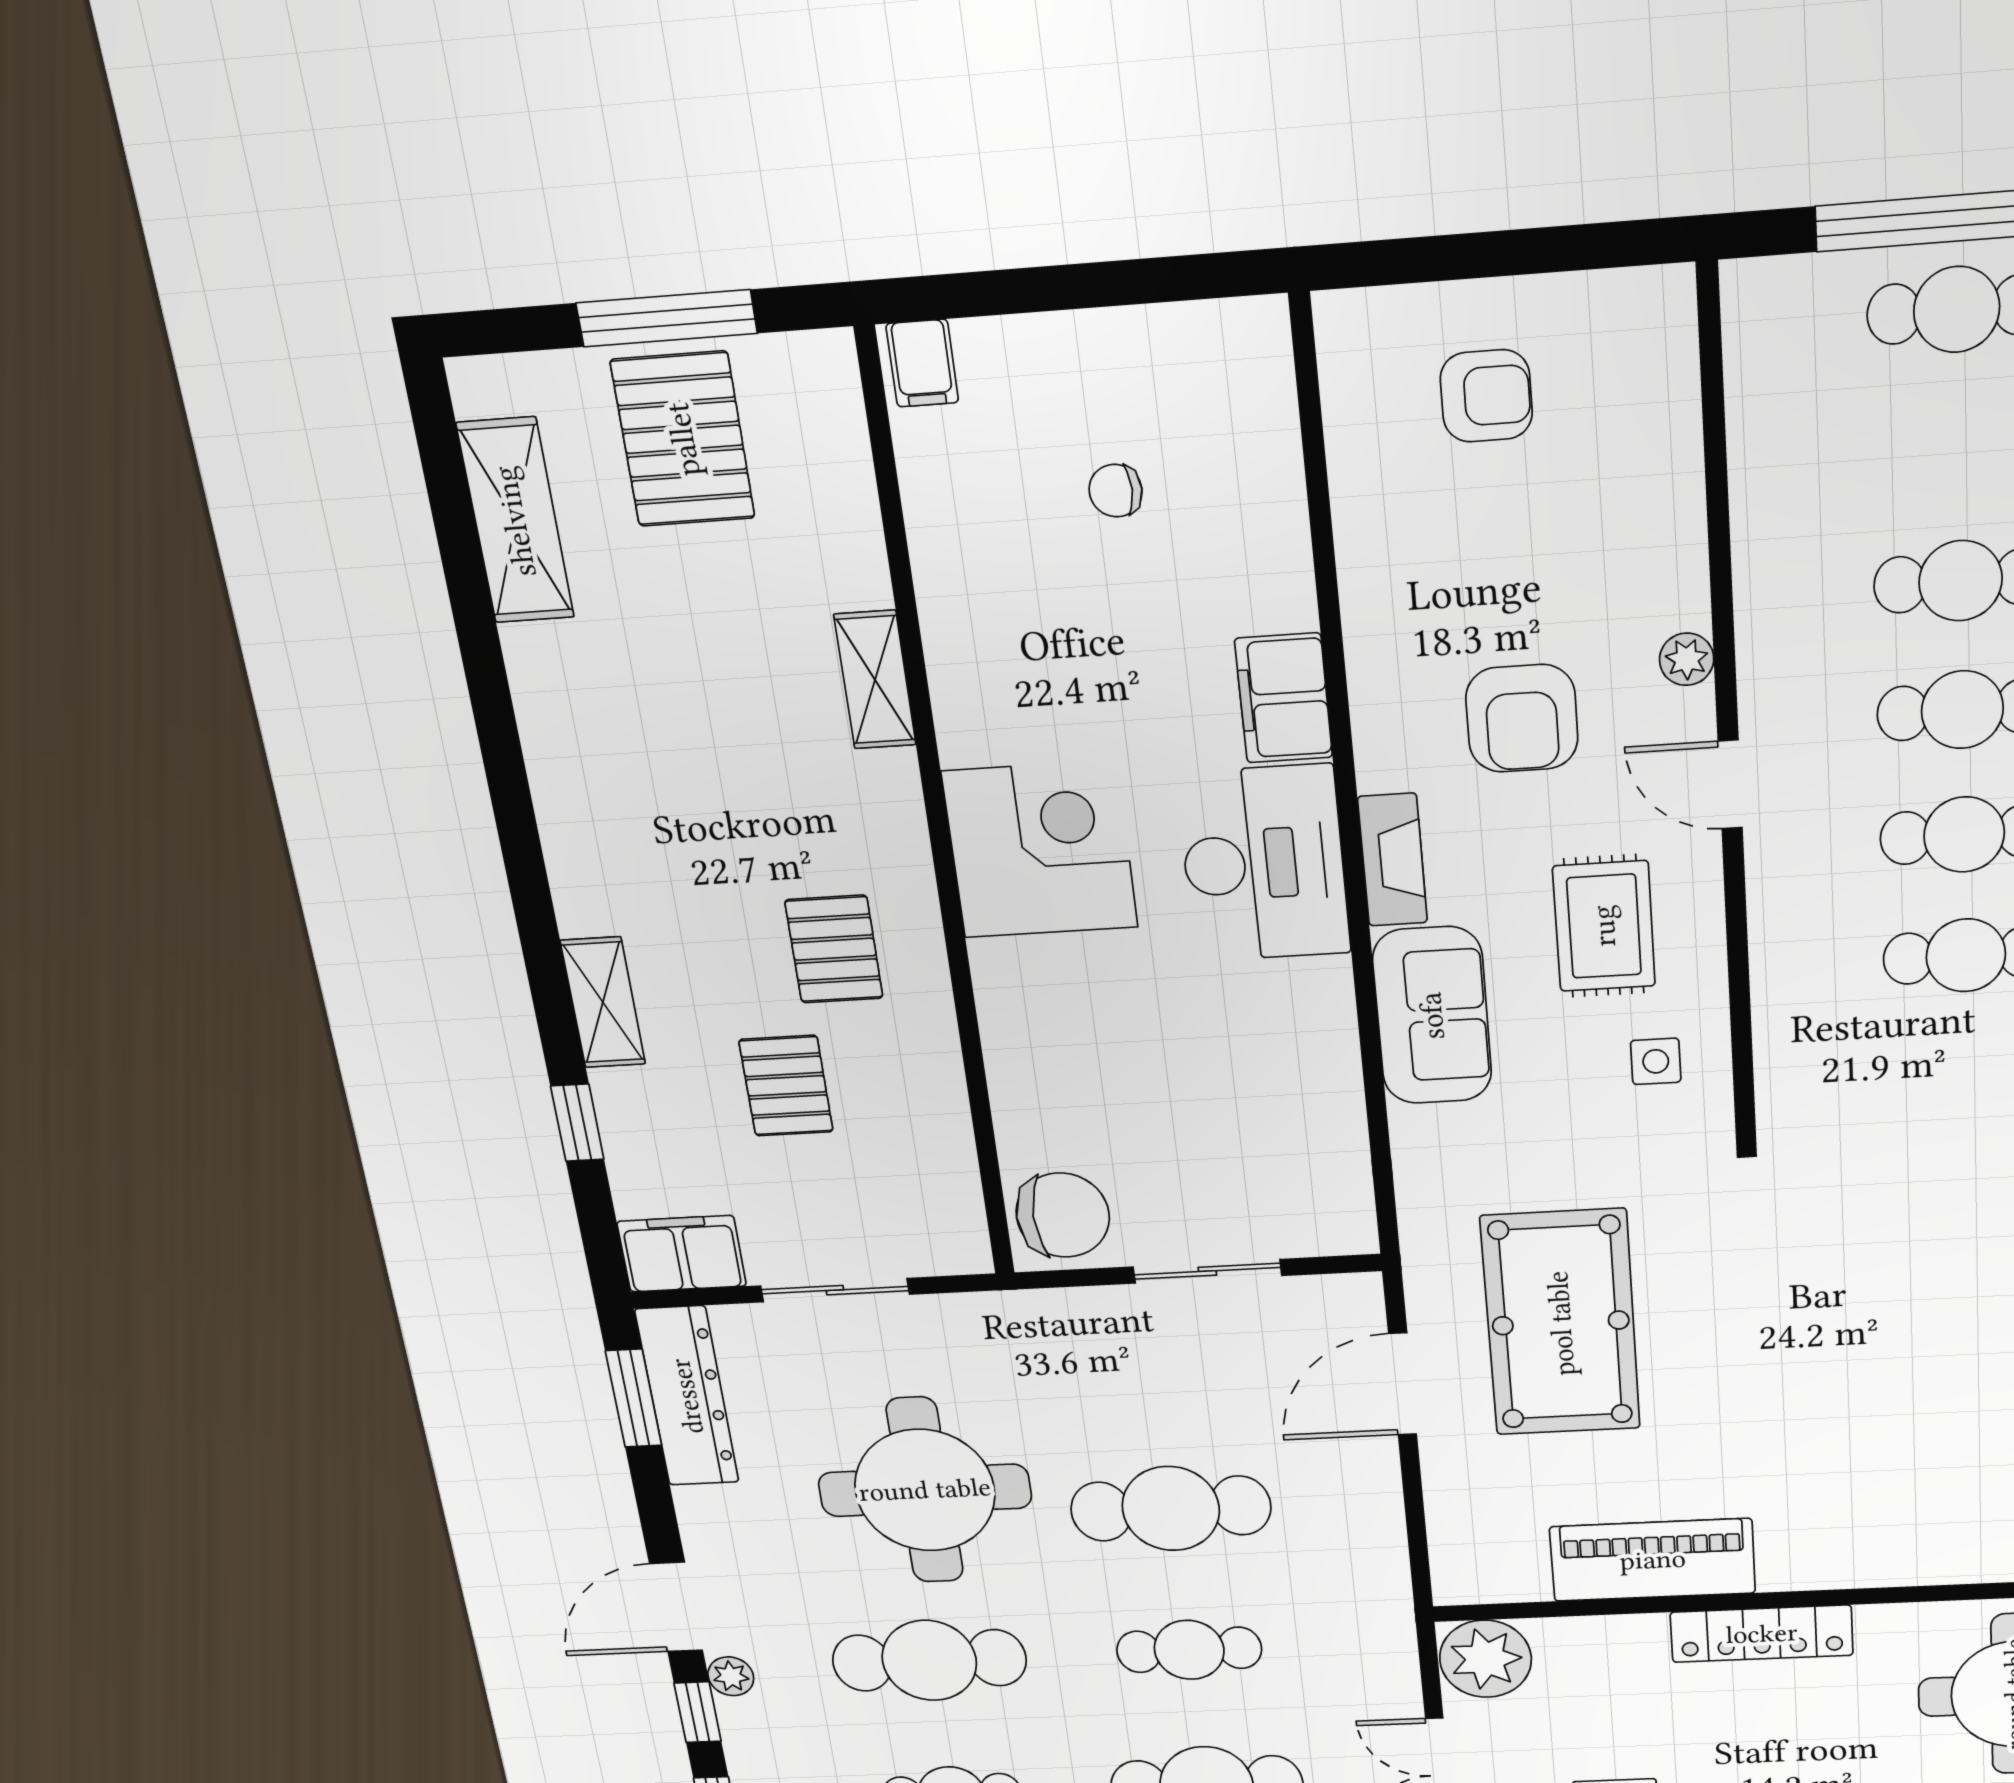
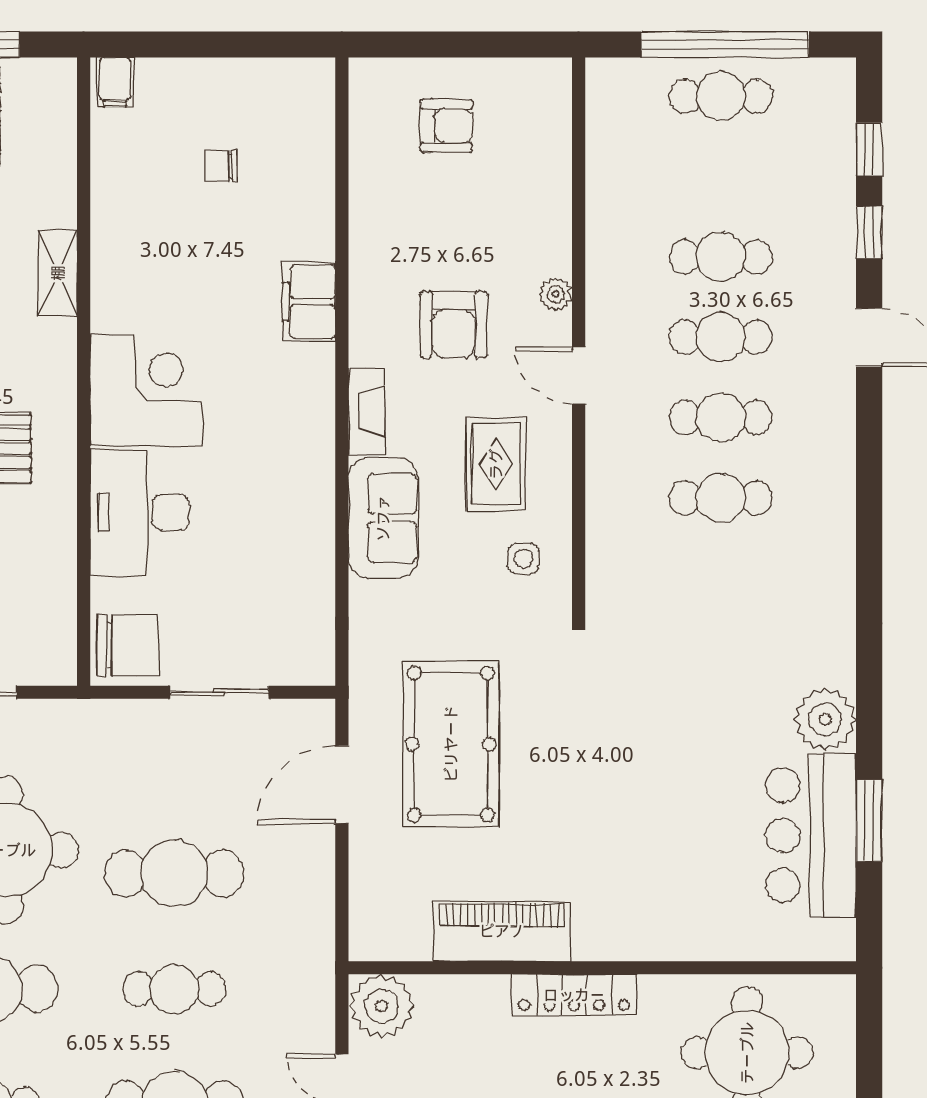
desk: (1264, 863) -> (140, 512), moved, turned 180

